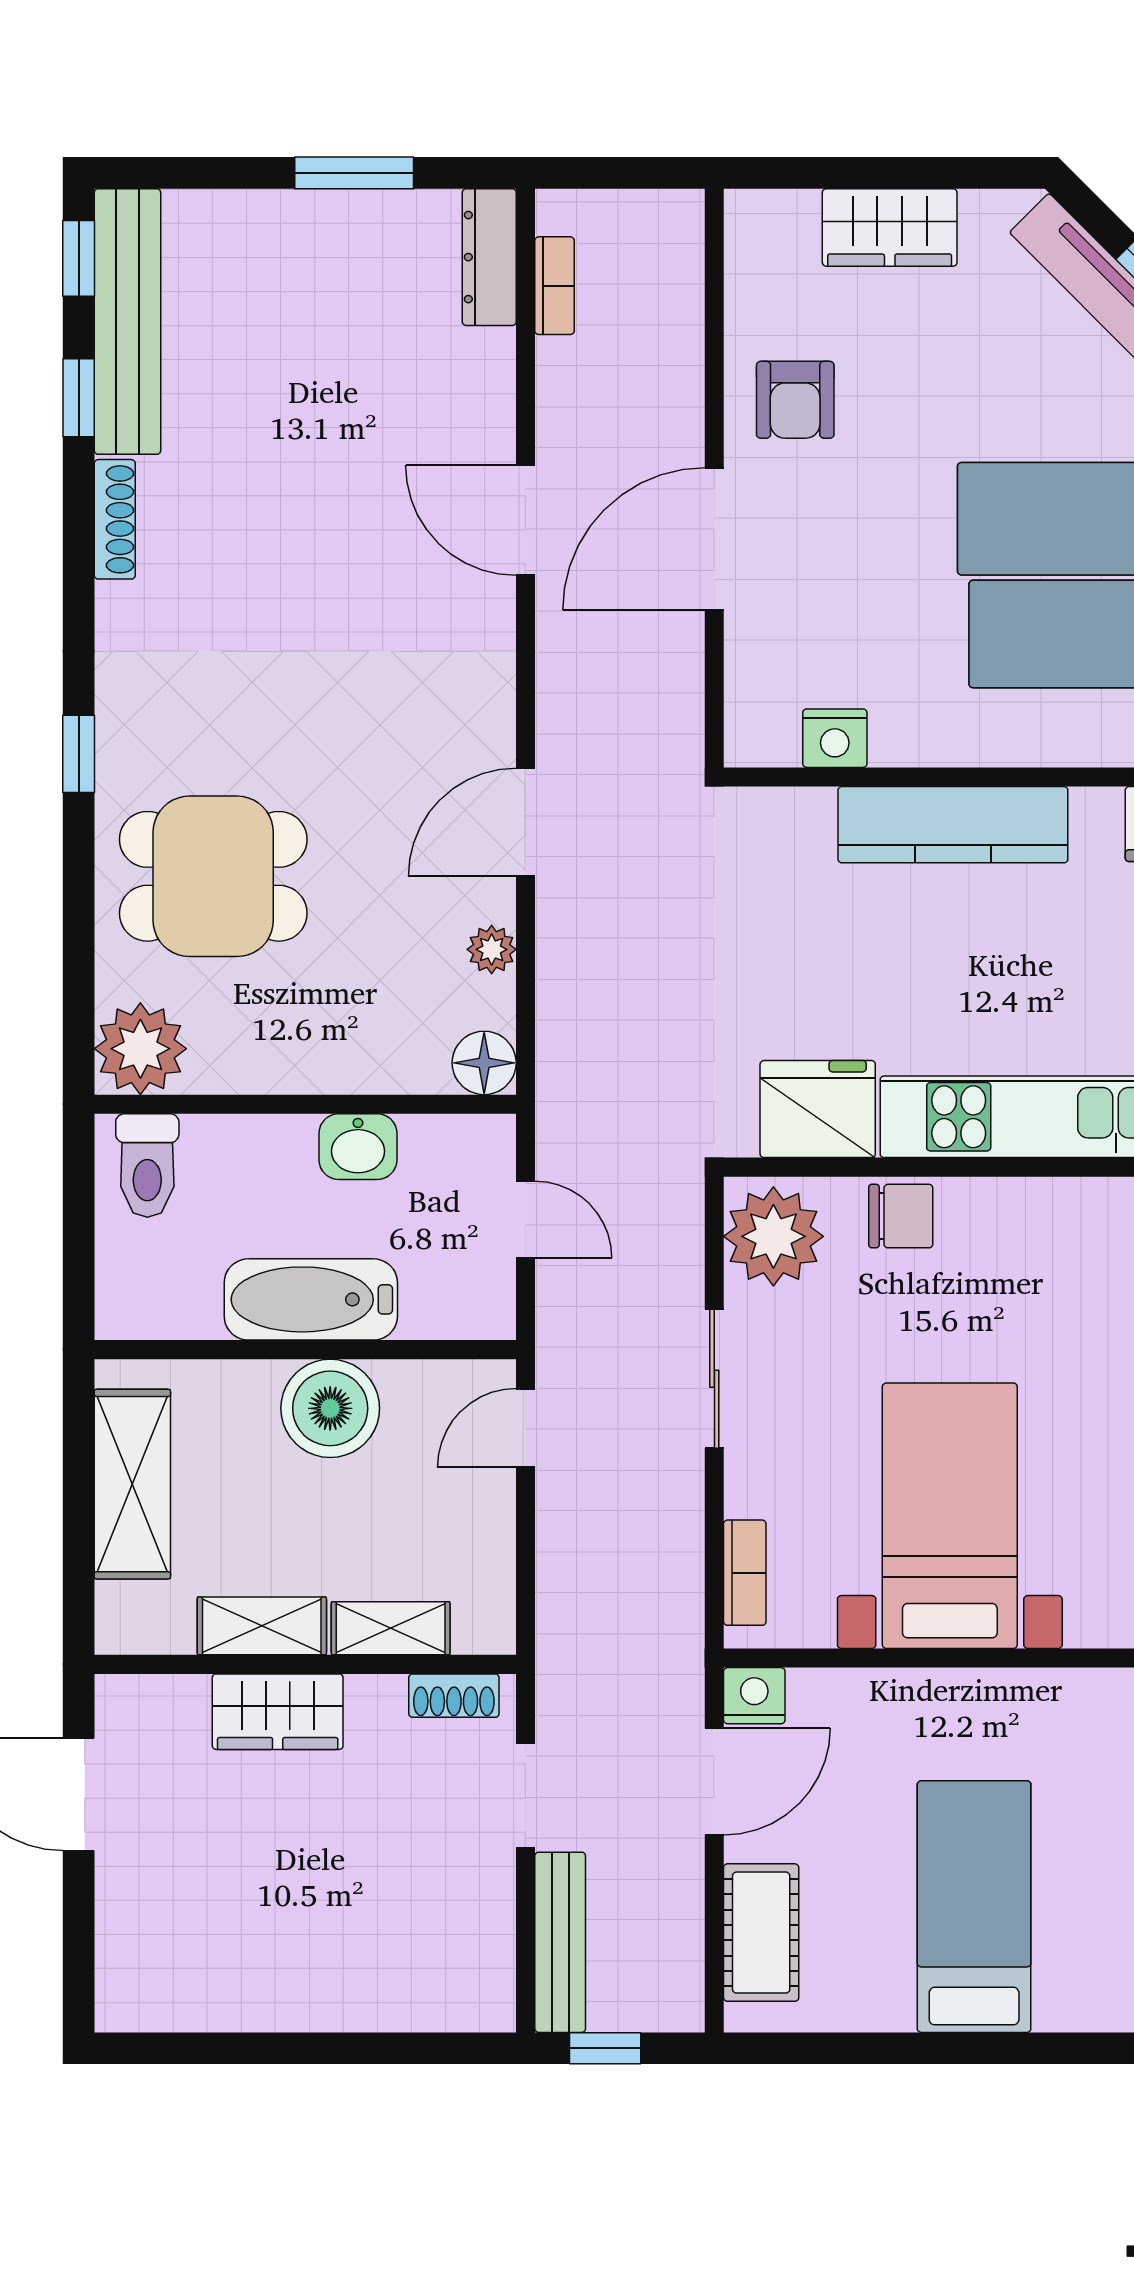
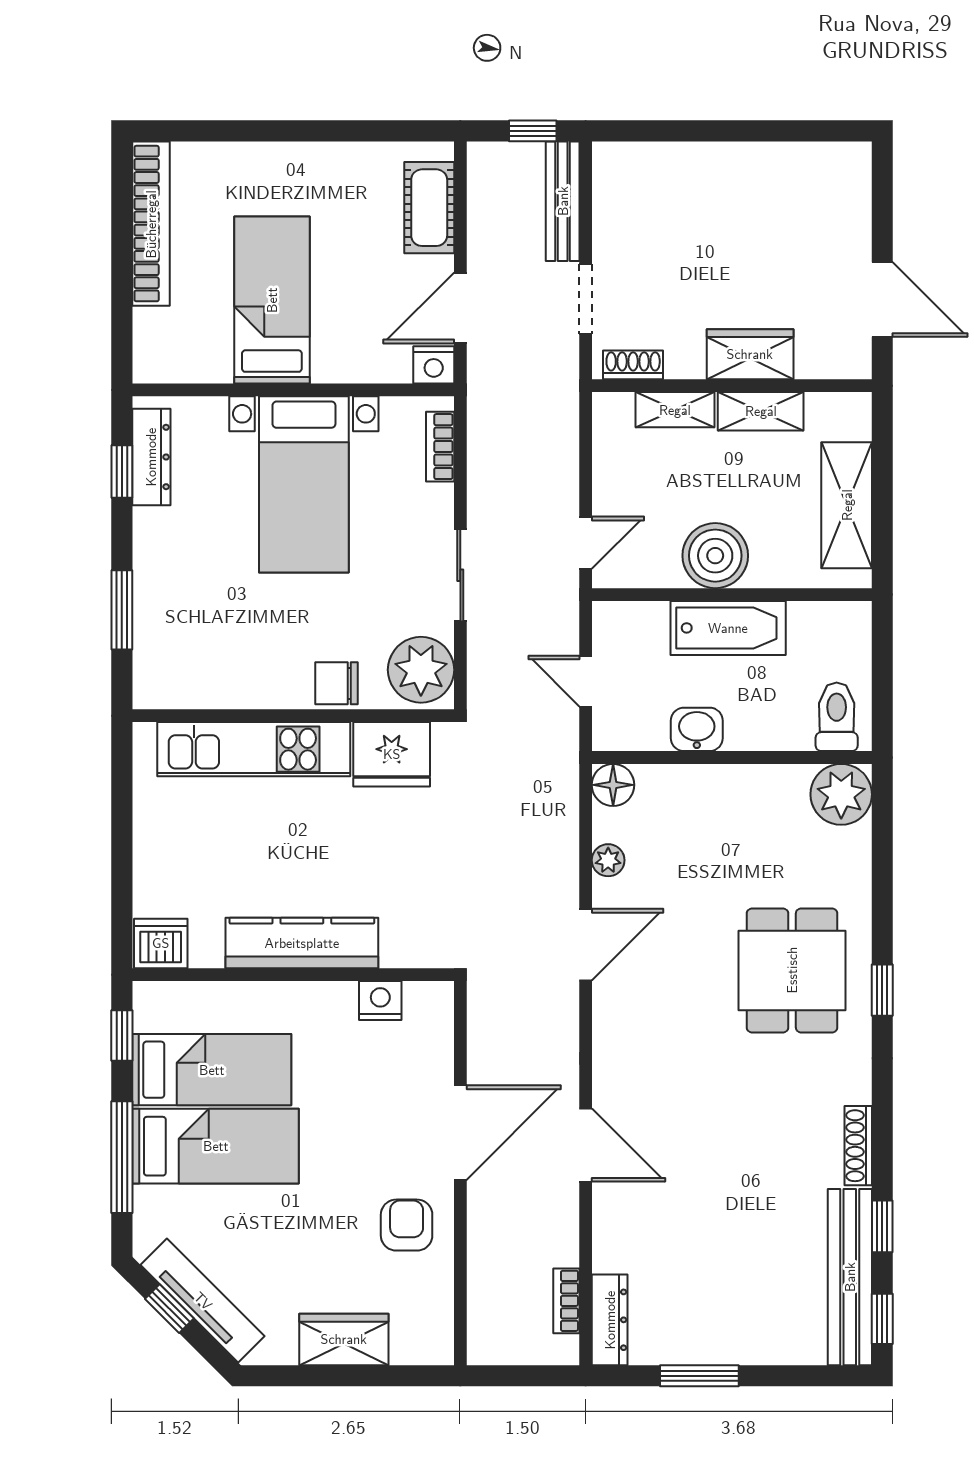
dining table: (213, 876) -> (792, 970), moved, turned 90
bed: (974, 1907) -> (272, 300), moved, turned 180

